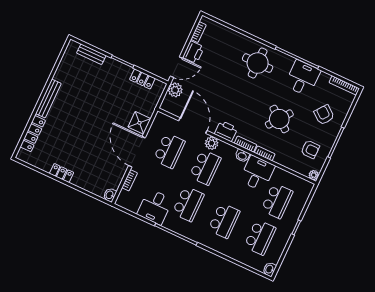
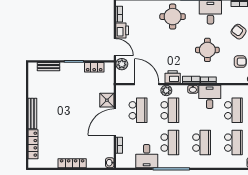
door: (176, 67) -> (115, 47), hinge flipped
round table: (279, 119) -> (207, 50), turned -37
door: (137, 152) -> (115, 122), hinge flipped
locker: (62, 173) -> (72, 163), width x1.53

